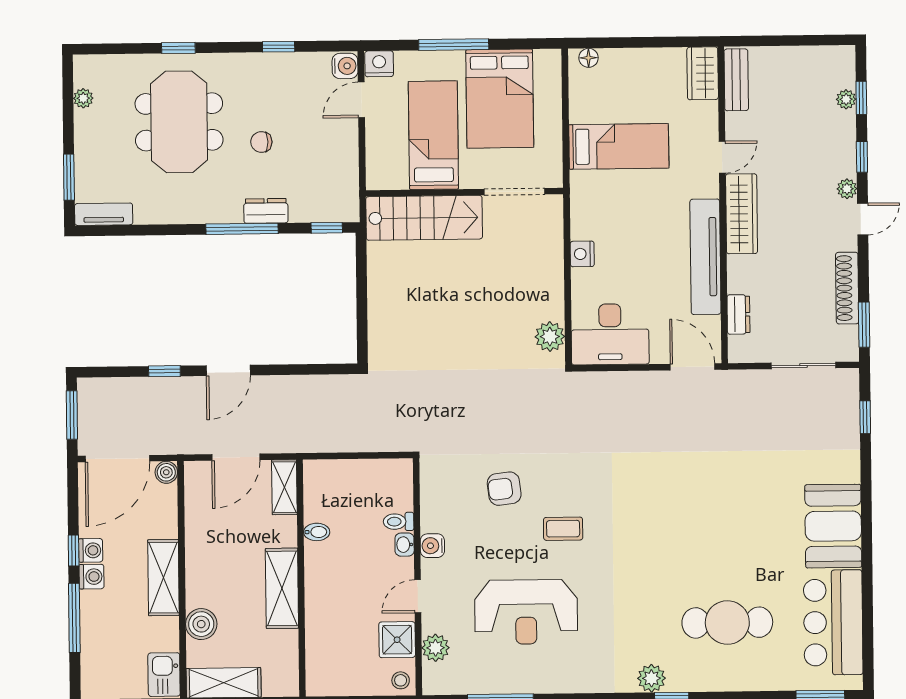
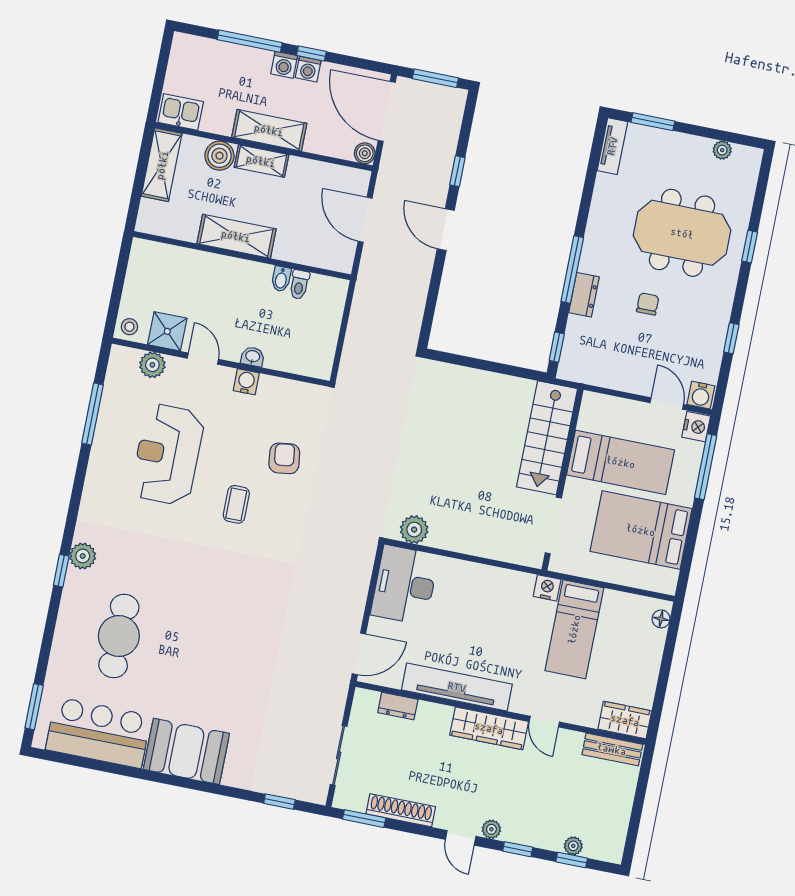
window: (454, 45) -> (706, 467), moved
nightstand: (582, 254) -> (547, 588), moved
shelving: (284, 487) -> (261, 161), moved
toilet: (399, 522) -> (299, 285), moved, turned 180

